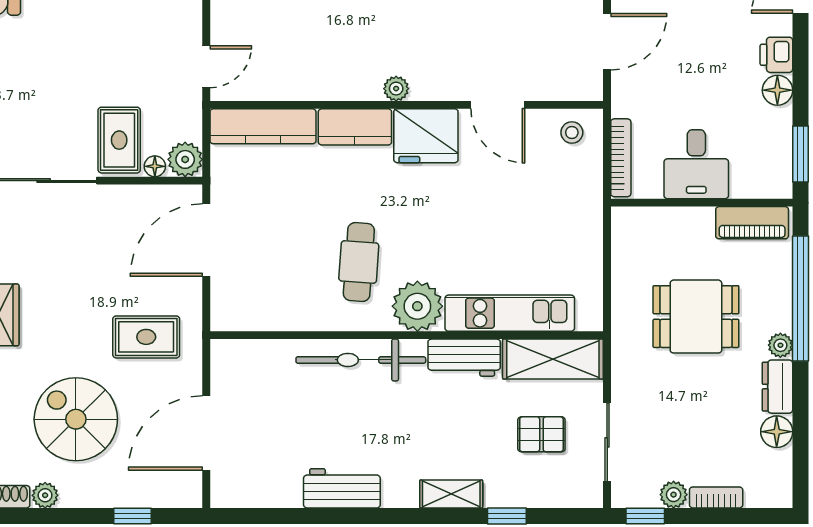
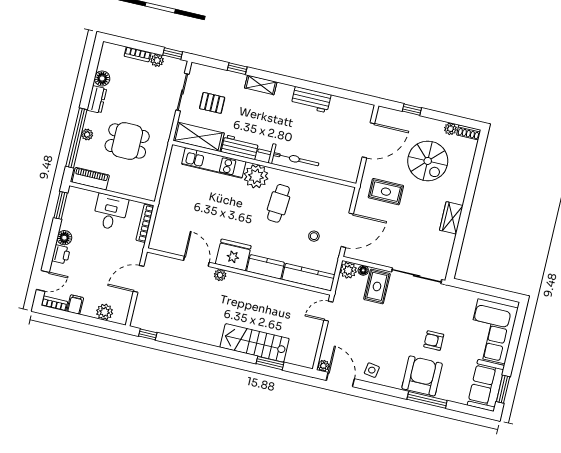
plant: (396, 89) -> (220, 275), moved
stool: (572, 132) -> (314, 236), moved
plant: (780, 345) -> (87, 135), moved

